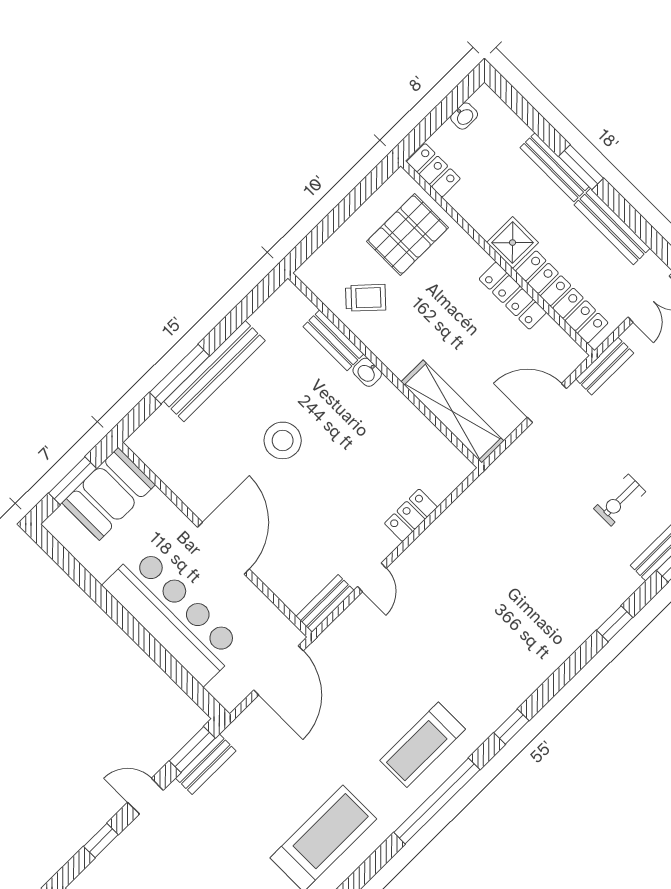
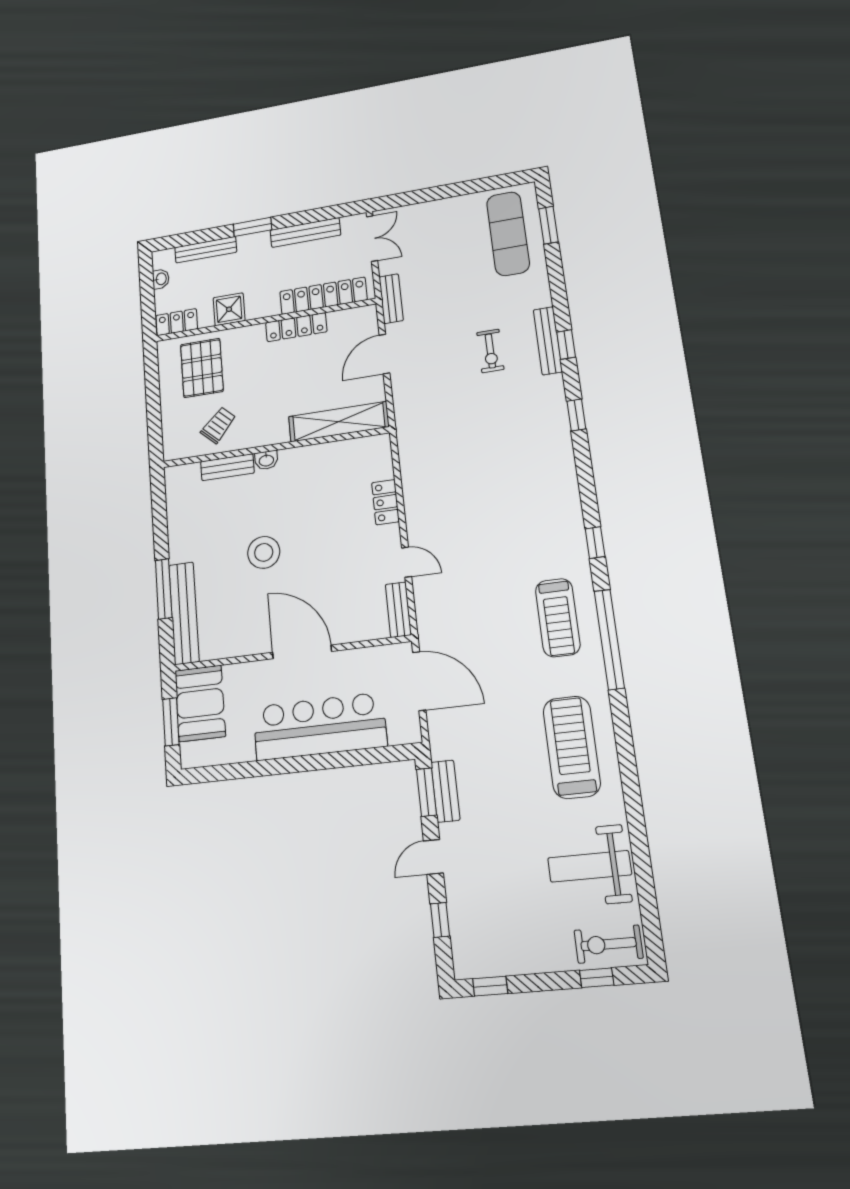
bench: (554, 167) -> (206, 250), moved
shower: (513, 243) -> (229, 309), moved
bench: (214, 371) -> (184, 613), moved

